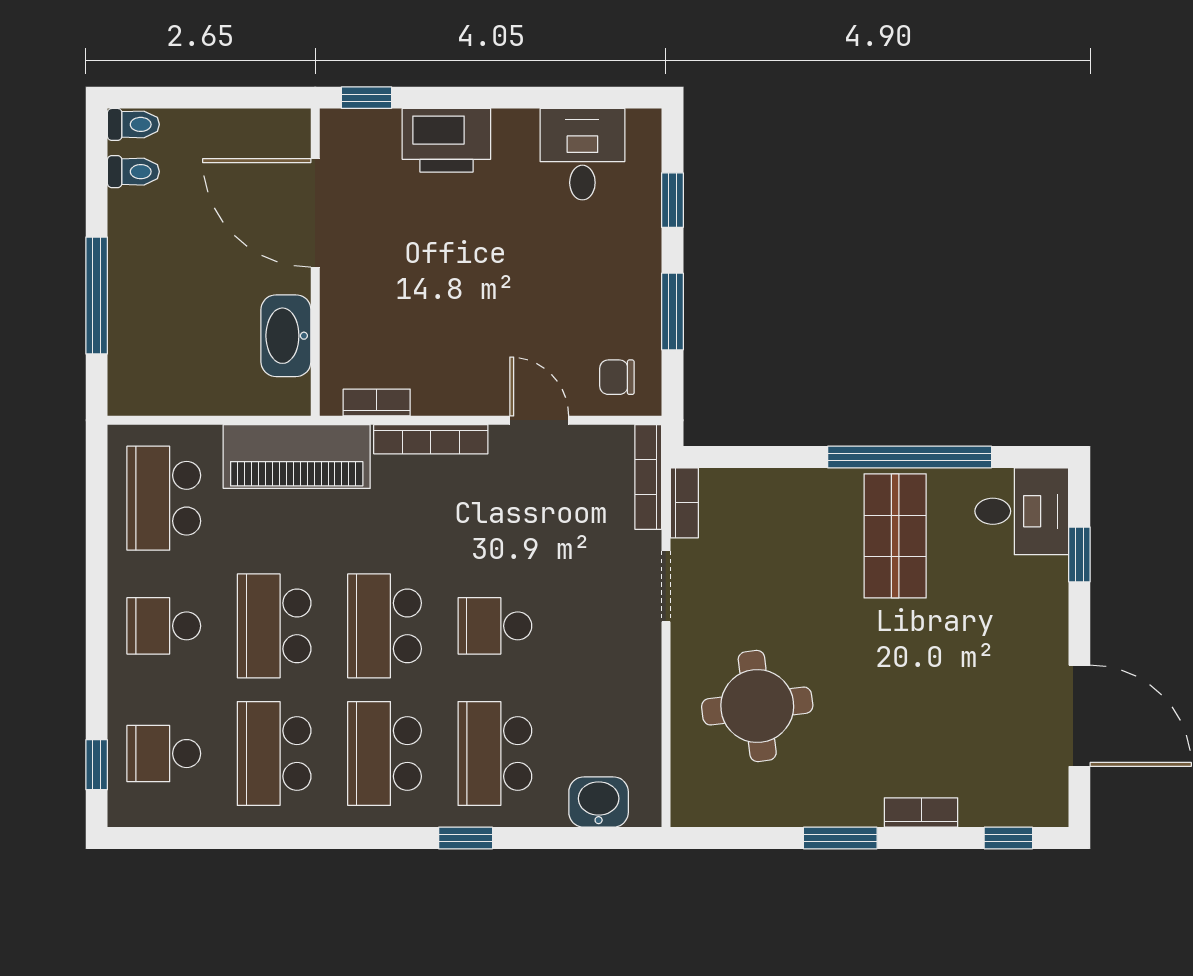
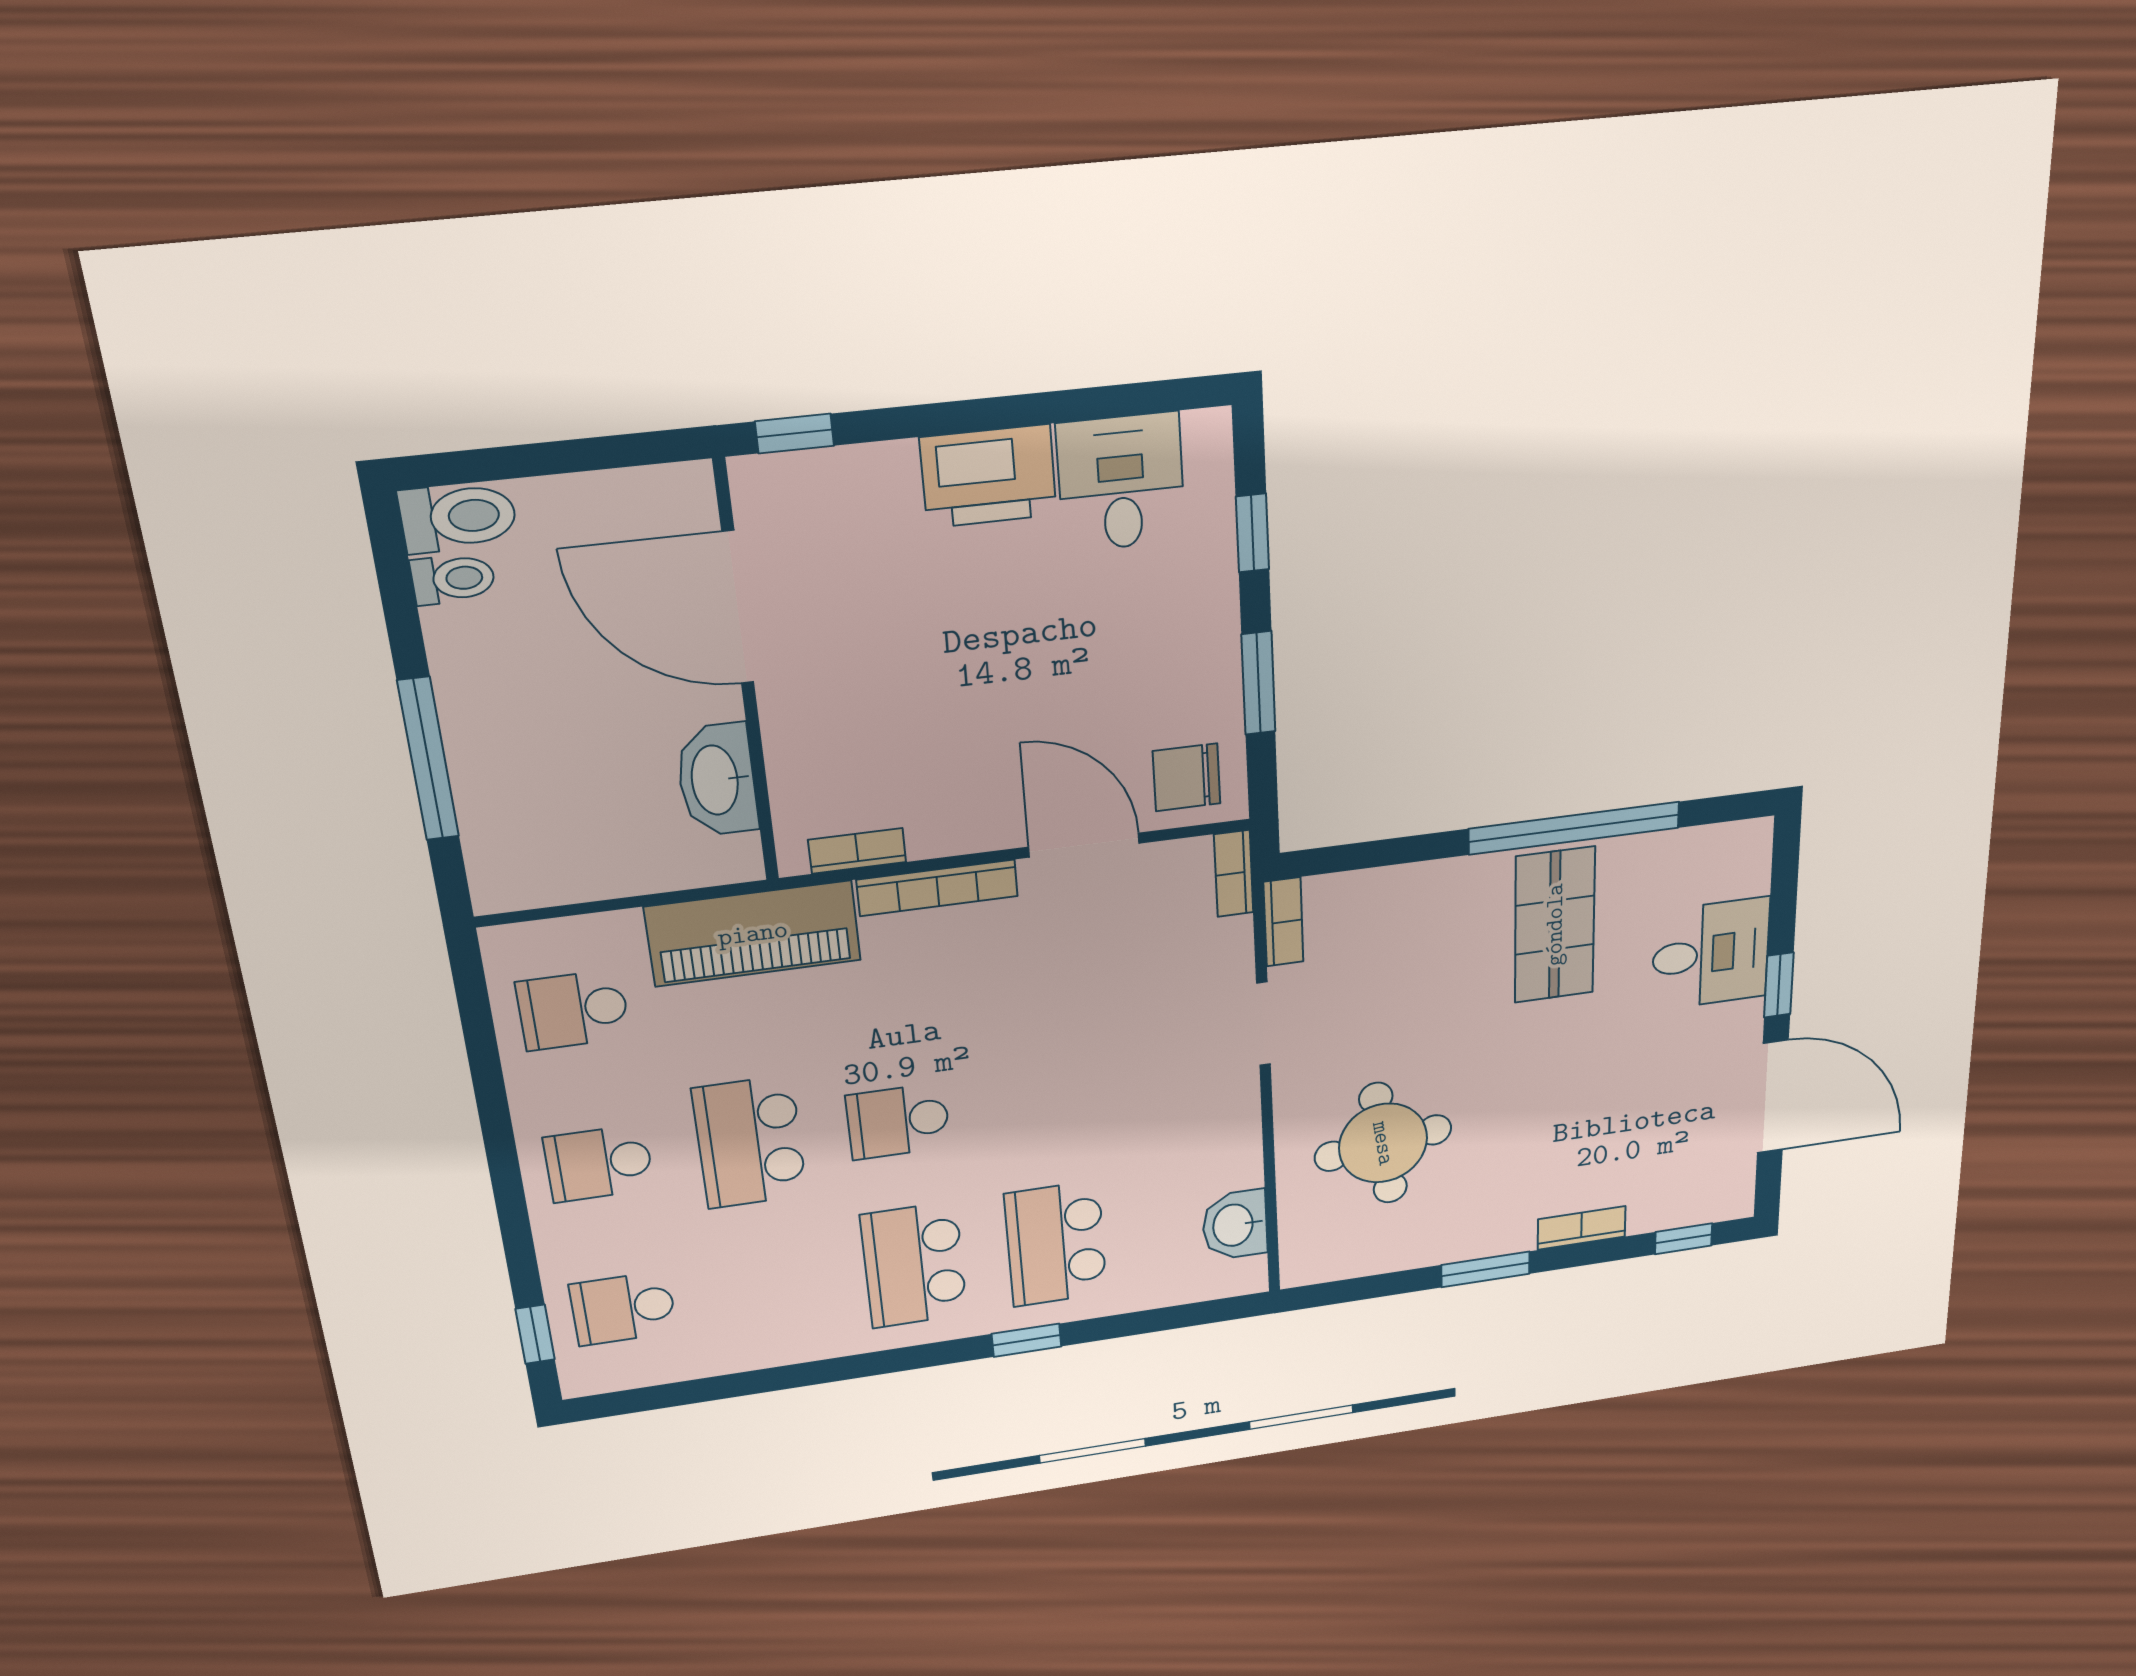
toilet: (133, 124) -> (458, 517), width x1.37, depth x1.39
printer: (446, 140) -> (988, 476), moved
chair: (617, 377) -> (1187, 777), width x1.37, depth x1.37
door: (539, 420) -> (1084, 845), width x1.38
bookcase: (648, 477) -> (1234, 873), width x0.64
school desk: (164, 498) -> (573, 1010), width x0.54
desk: (1022, 511) -> (1711, 954), moved
window: (1079, 554) -> (1779, 985), moved
school desk: (385, 626) -> (898, 1121), width x0.54
school desk: (495, 626) -> (1044, 1101), removed
school desk: (274, 754) -> (770, 1287), removed
washbasin: (599, 802) -> (1235, 1225), moved, turned -90

